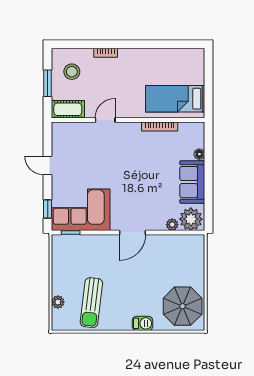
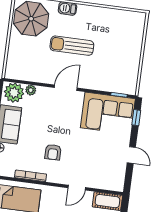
armchair: (137, 157) -> (53, 152), added
plant: (58, 302) -> (138, 36), removed
sun lounger: (91, 303) -> (72, 46), moved, turned -97

